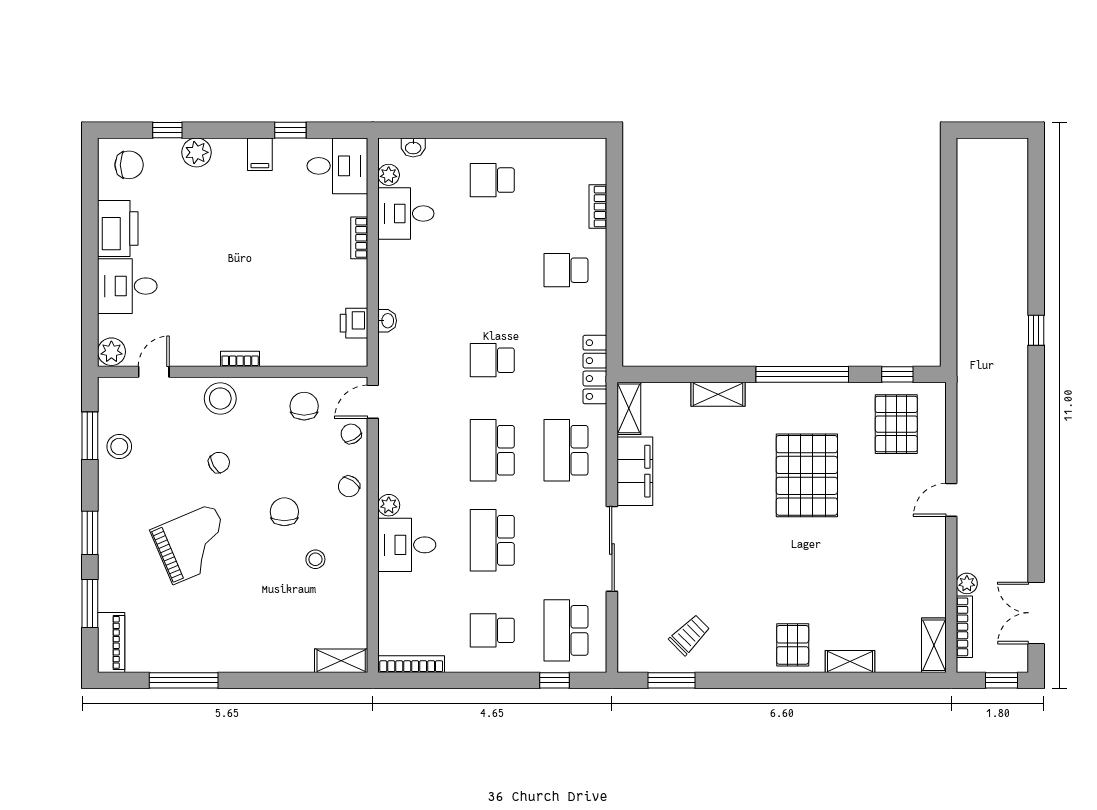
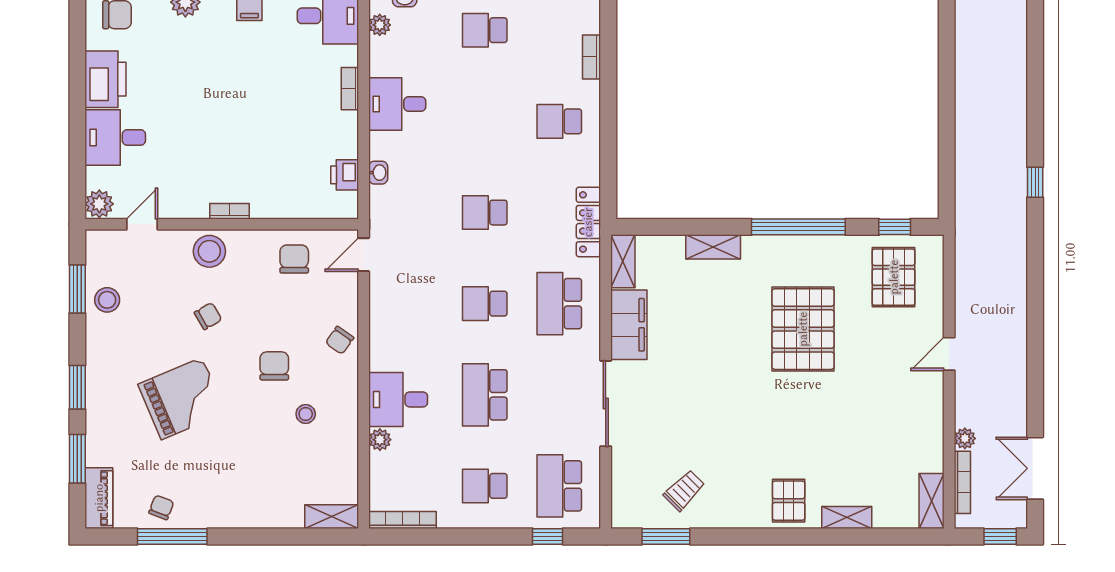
desk: (406, 214) -> (397, 104), moved
chair: (351, 434) -> (161, 507), moved, turned 49
school desk: (492, 450) -> (485, 304), width x0.54
plant: (389, 505) -> (380, 440), moved

